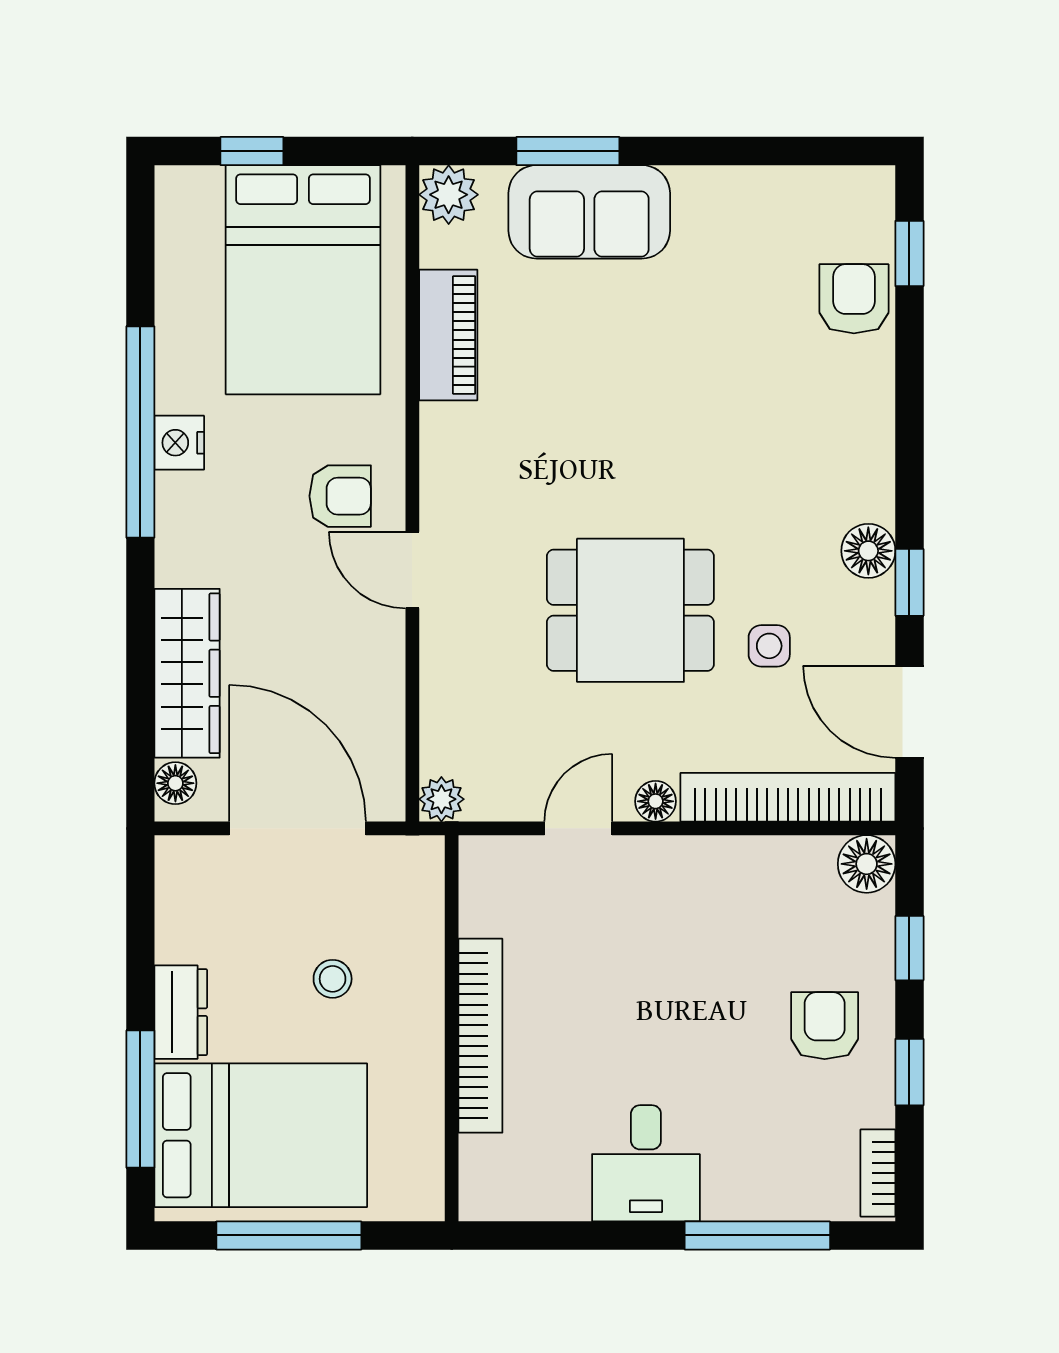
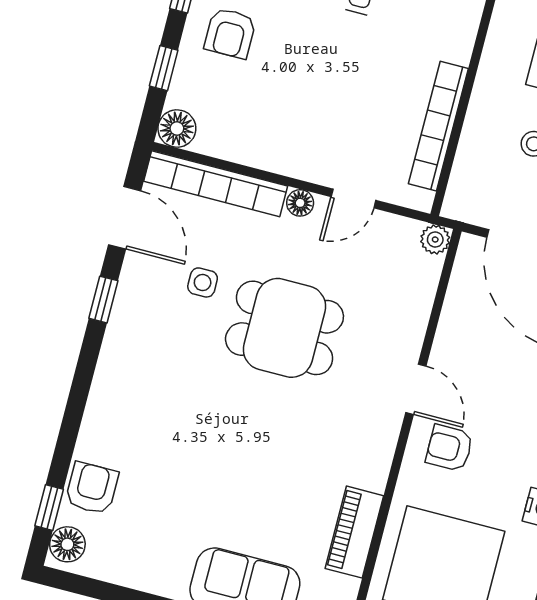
armchair: (854, 299) -> (92, 488), turned 180
floor lamp: (868, 551) -> (67, 544), moved
bookcase: (480, 1036) -> (438, 126), moved

